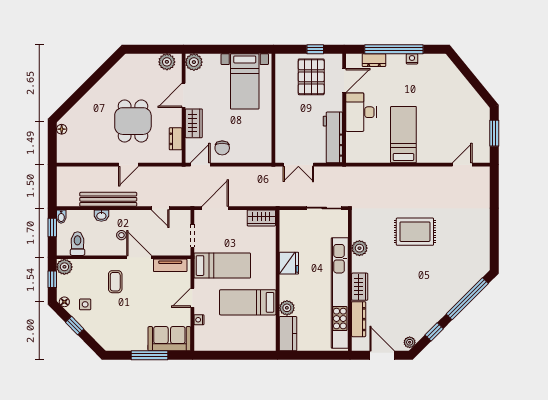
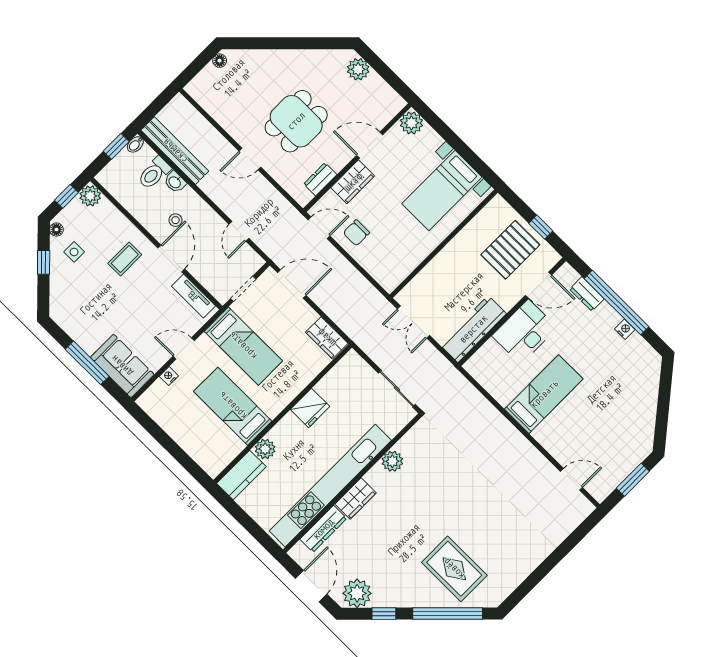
plant: (167, 62) -> (358, 69), moved
bench: (108, 199) -> (175, 151), moved
rug: (415, 232) -> (454, 569), moved
toilet: (78, 244) -> (154, 173), moved, turned 180
plant: (410, 342) -> (357, 593), width x1.88, depth x1.88

